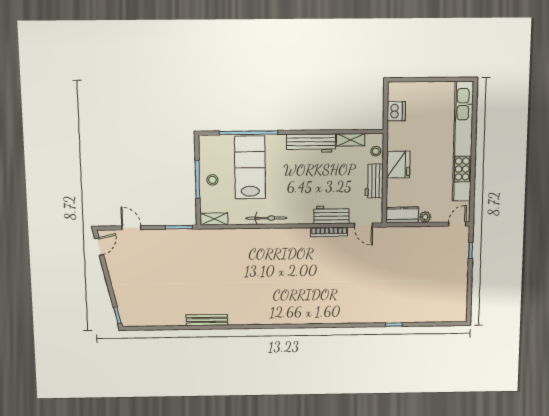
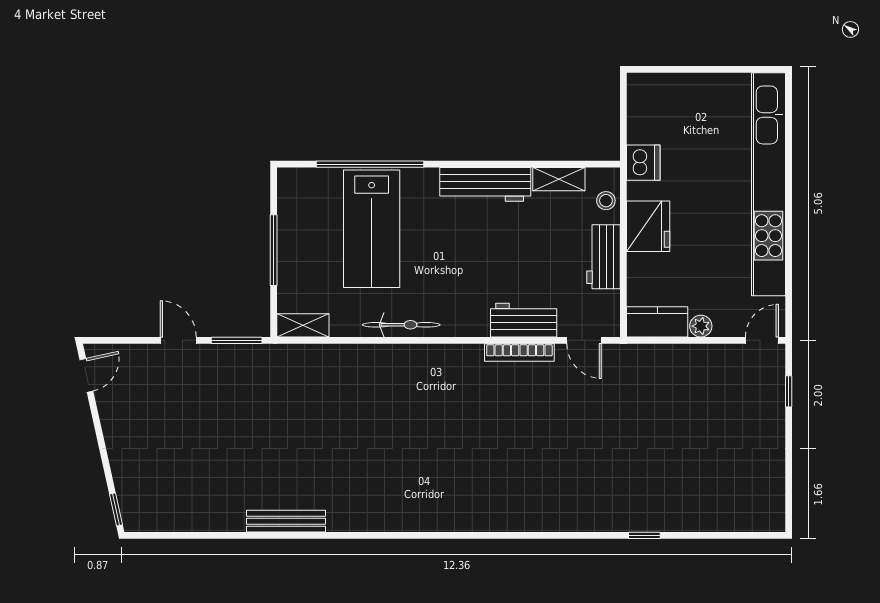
dishwasher: (396, 111) -> (643, 163), moved
lab bench: (250, 167) -> (372, 229), turned 180
stool: (212, 180) -> (301, 251), removed
door: (131, 228) -> (178, 340), moved

